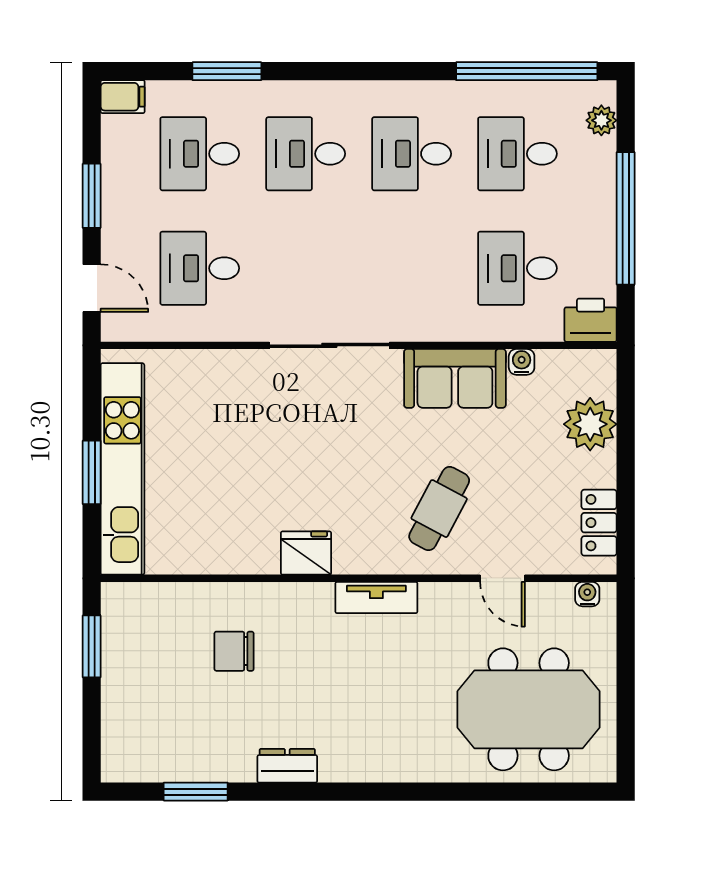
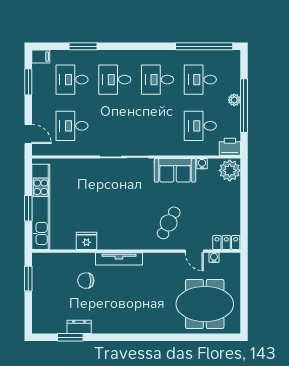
plant: (601, 120) -> (234, 100), moved
window: (92, 196) -> (28, 82), moved
plant: (590, 424) -> (230, 170), moved
locker: (599, 523) -> (226, 243), moved, turned 90
fridge: (306, 553) -> (87, 241), moved
water cooler: (587, 594) -> (214, 257), moved
tv unit: (376, 598) -> (119, 259), moved, width x1.41
dresser: (287, 766) -> (79, 327), moved

